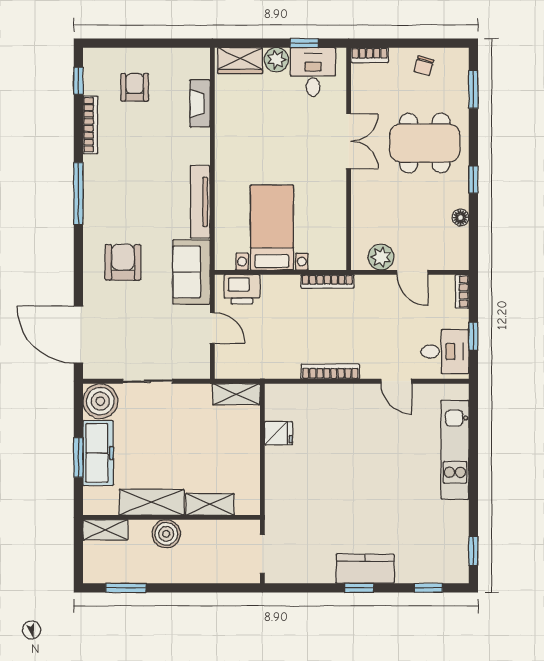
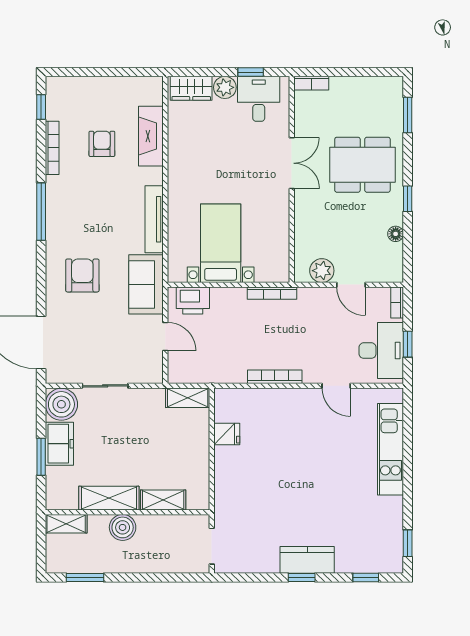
chair: (424, 66) -> (362, 93), removed
armchair: (135, 87) -> (102, 144), moved
fireplace: (200, 103) -> (151, 136), width x1.37, depth x1.32
desk: (445, 351) -> (381, 351), width x1.37
freezer: (98, 453) -> (59, 444), width x0.71

